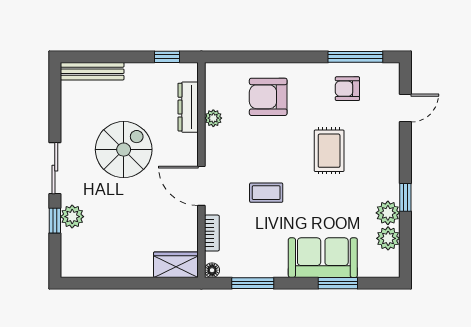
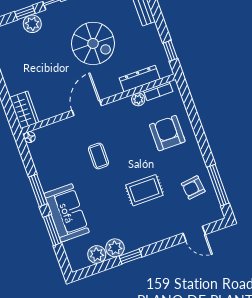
armchair: (347, 89) -> (193, 188), turned -97
bookcase: (212, 233) -> (158, 91), moved
window: (253, 283) -> (38, 190), moved

